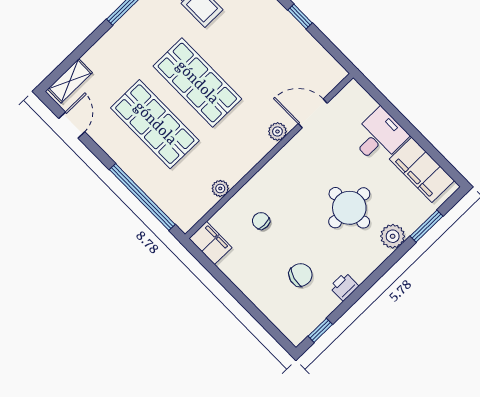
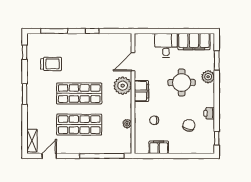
door: (72, 125) -> (49, 156), hinge flipped
plant: (277, 131) -> (123, 86), width x1.87, depth x1.87
filing cabinet: (284, 164) -> (141, 91), added
filing cabinet: (210, 243) -> (159, 147), moved

